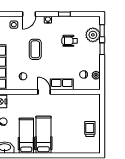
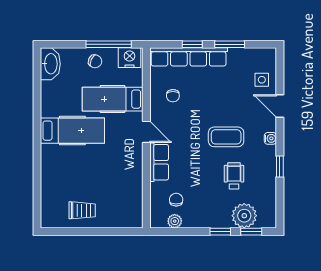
coffee table: (35, 49) -> (226, 137), moved
door: (44, 92) -> (146, 132), hinge flipped
hospital bed: (26, 136) -> (113, 99), moved, turned 180

